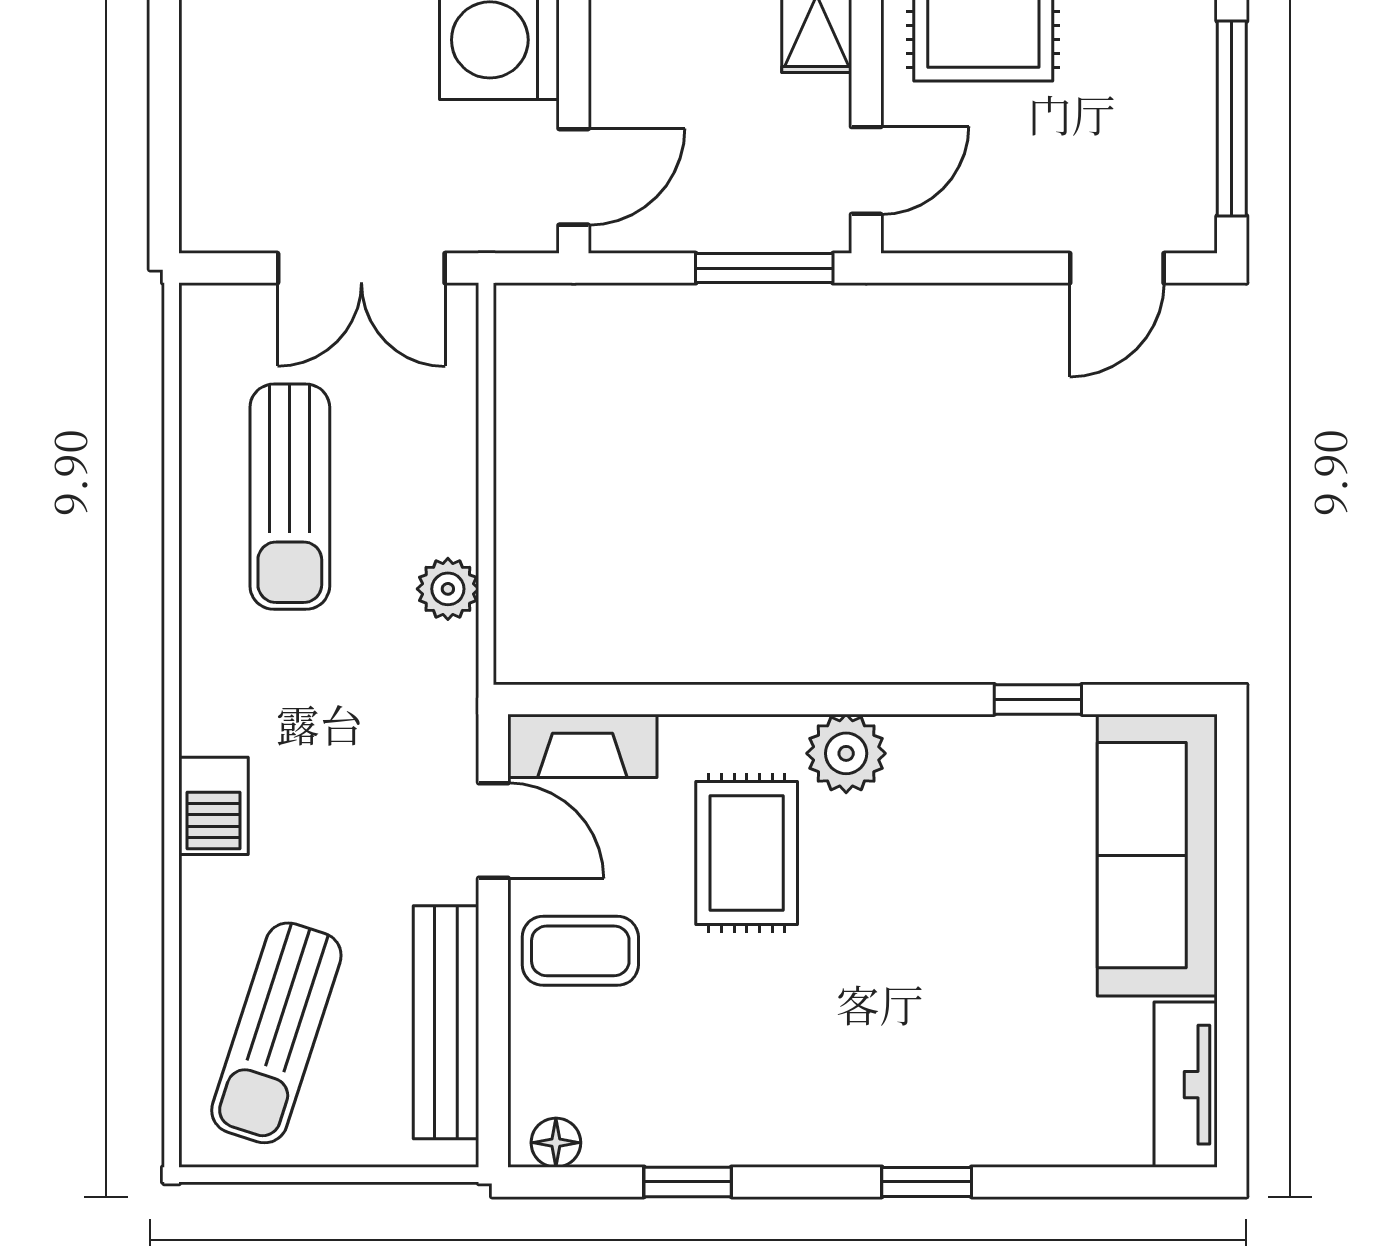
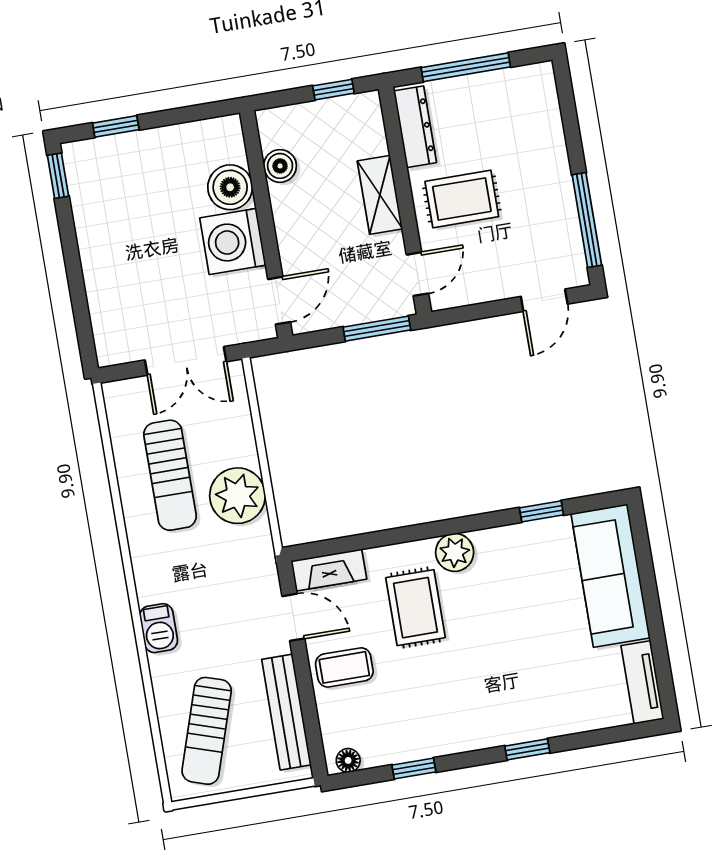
plant: (448, 589) -> (238, 496), width x1.88, depth x1.88

